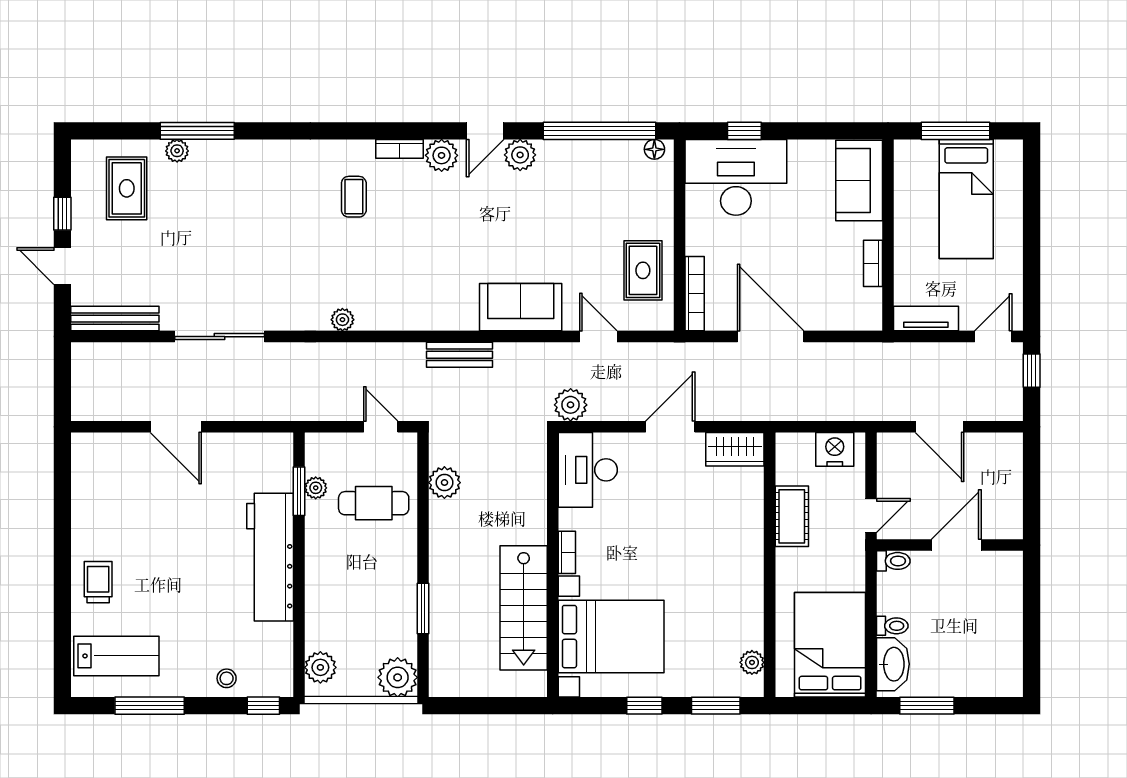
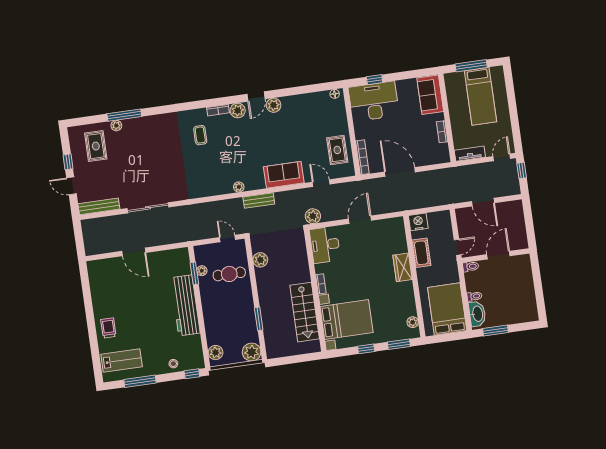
window: (600, 131) -> (308, 89), removed
plant: (342, 320) -> (239, 187), moved
wardrobe: (735, 449) -> (403, 267), moved, turned 90
nightstand: (835, 449) -> (418, 222), moved

